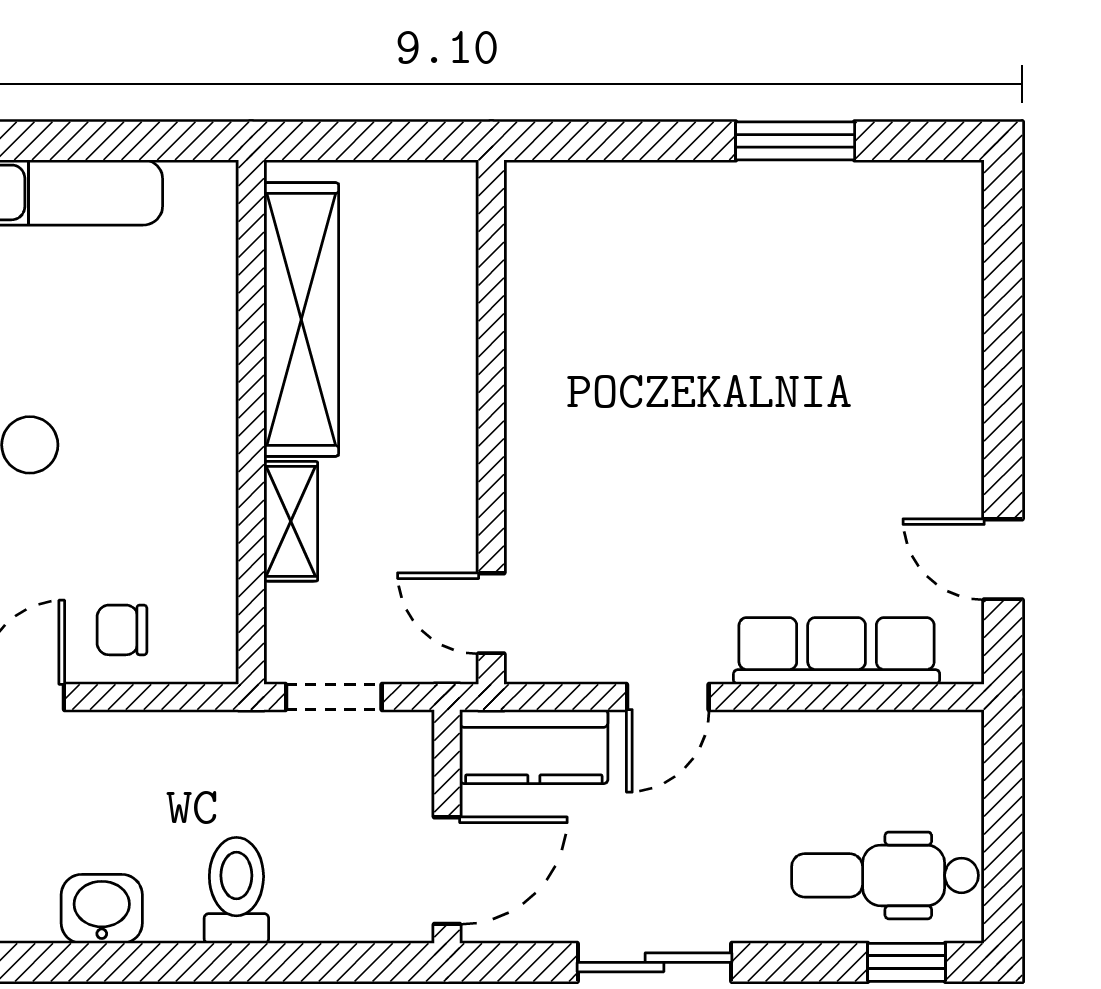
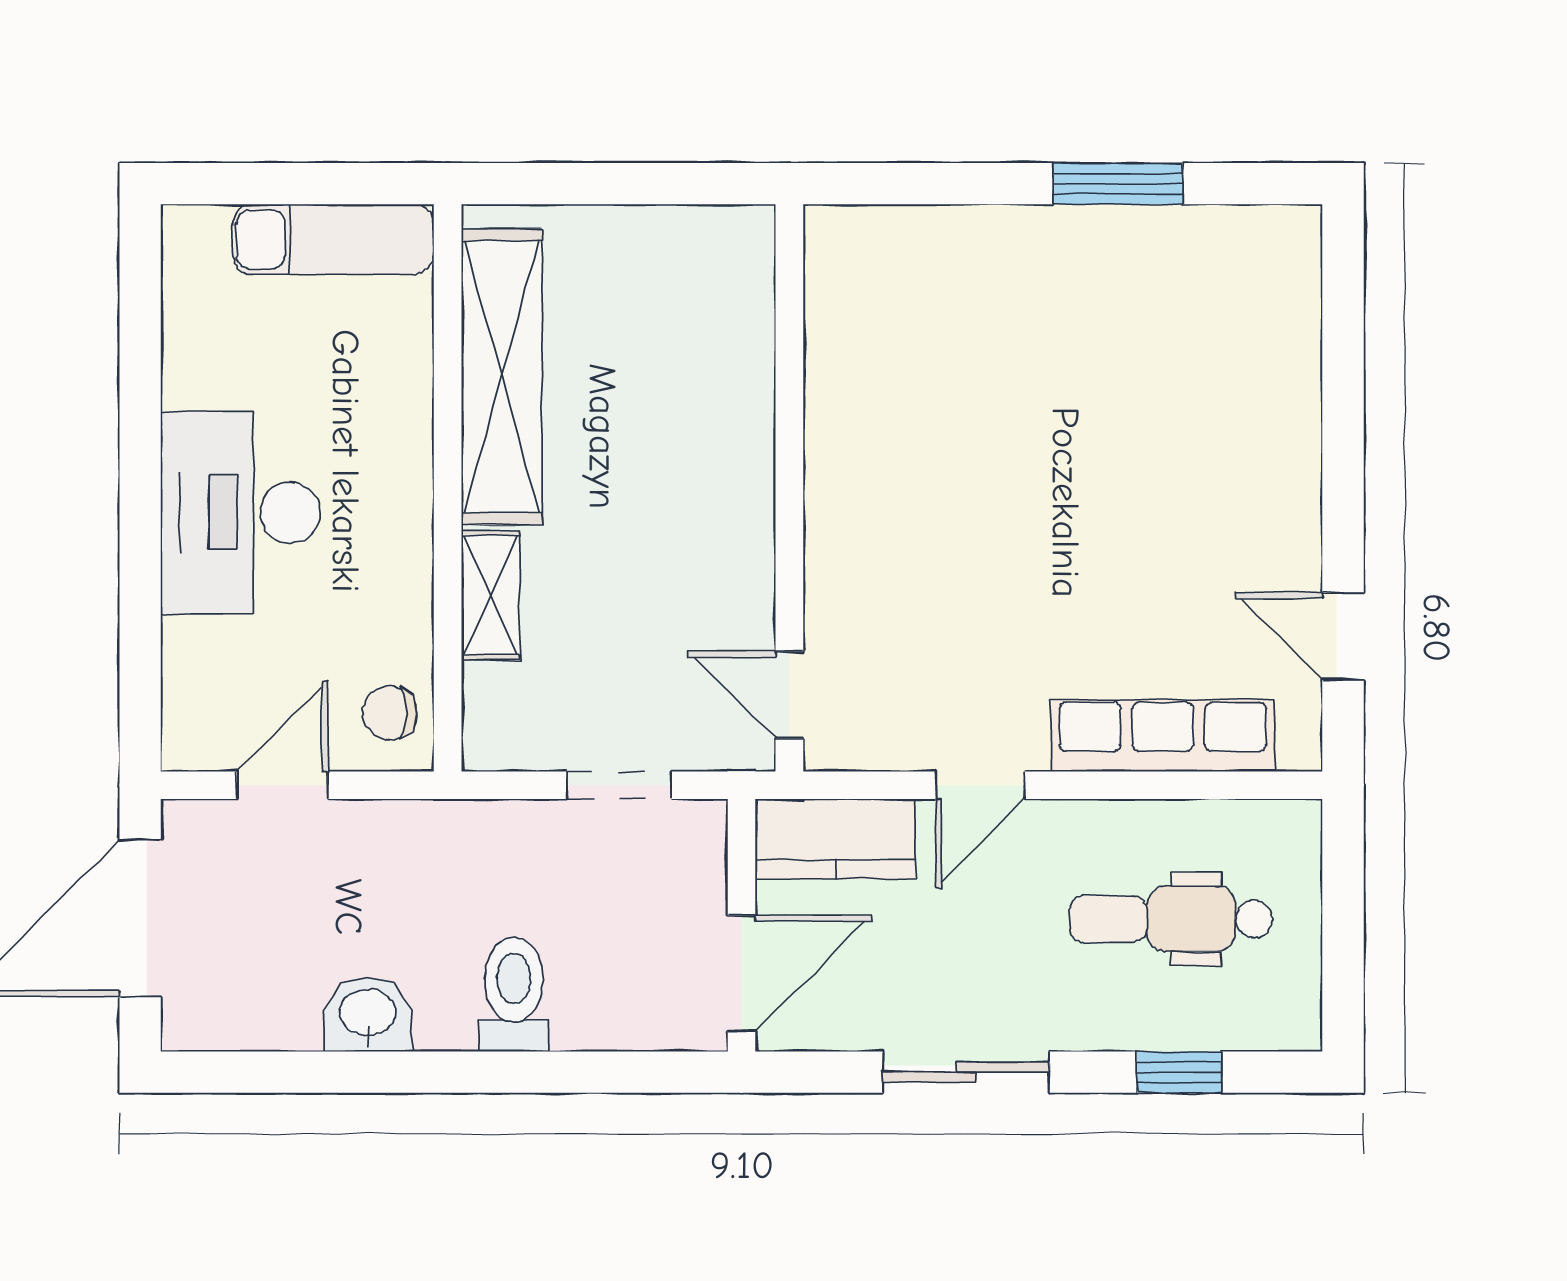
shelving: (301, 319) -> (502, 377), moved
wall: (251, 422) -> (448, 488), moved
shelving: (291, 521) -> (490, 595), moved
dental chair: (885, 875) -> (1171, 919), moved
window: (906, 962) -> (1179, 1072), moved

